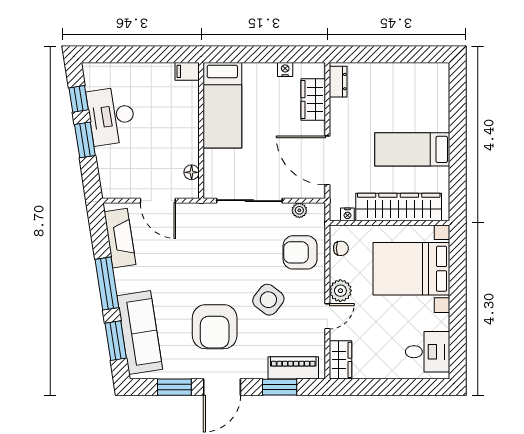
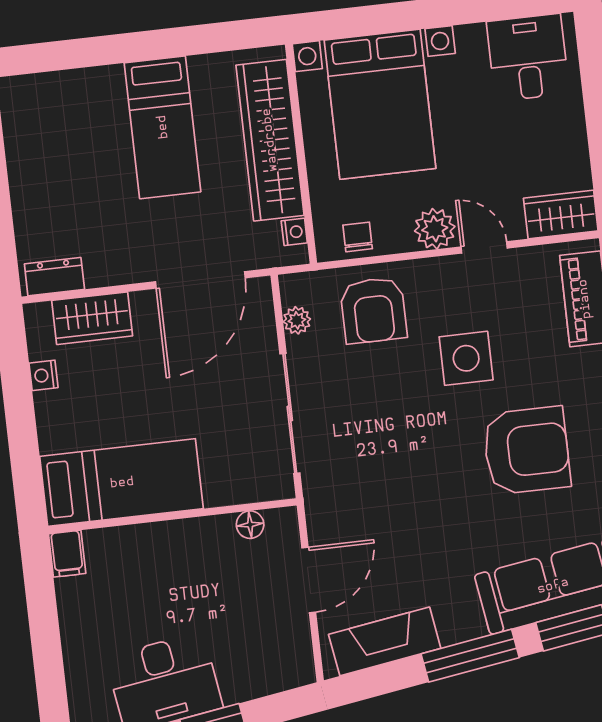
side table: (268, 300) -> (466, 358), turned -38

